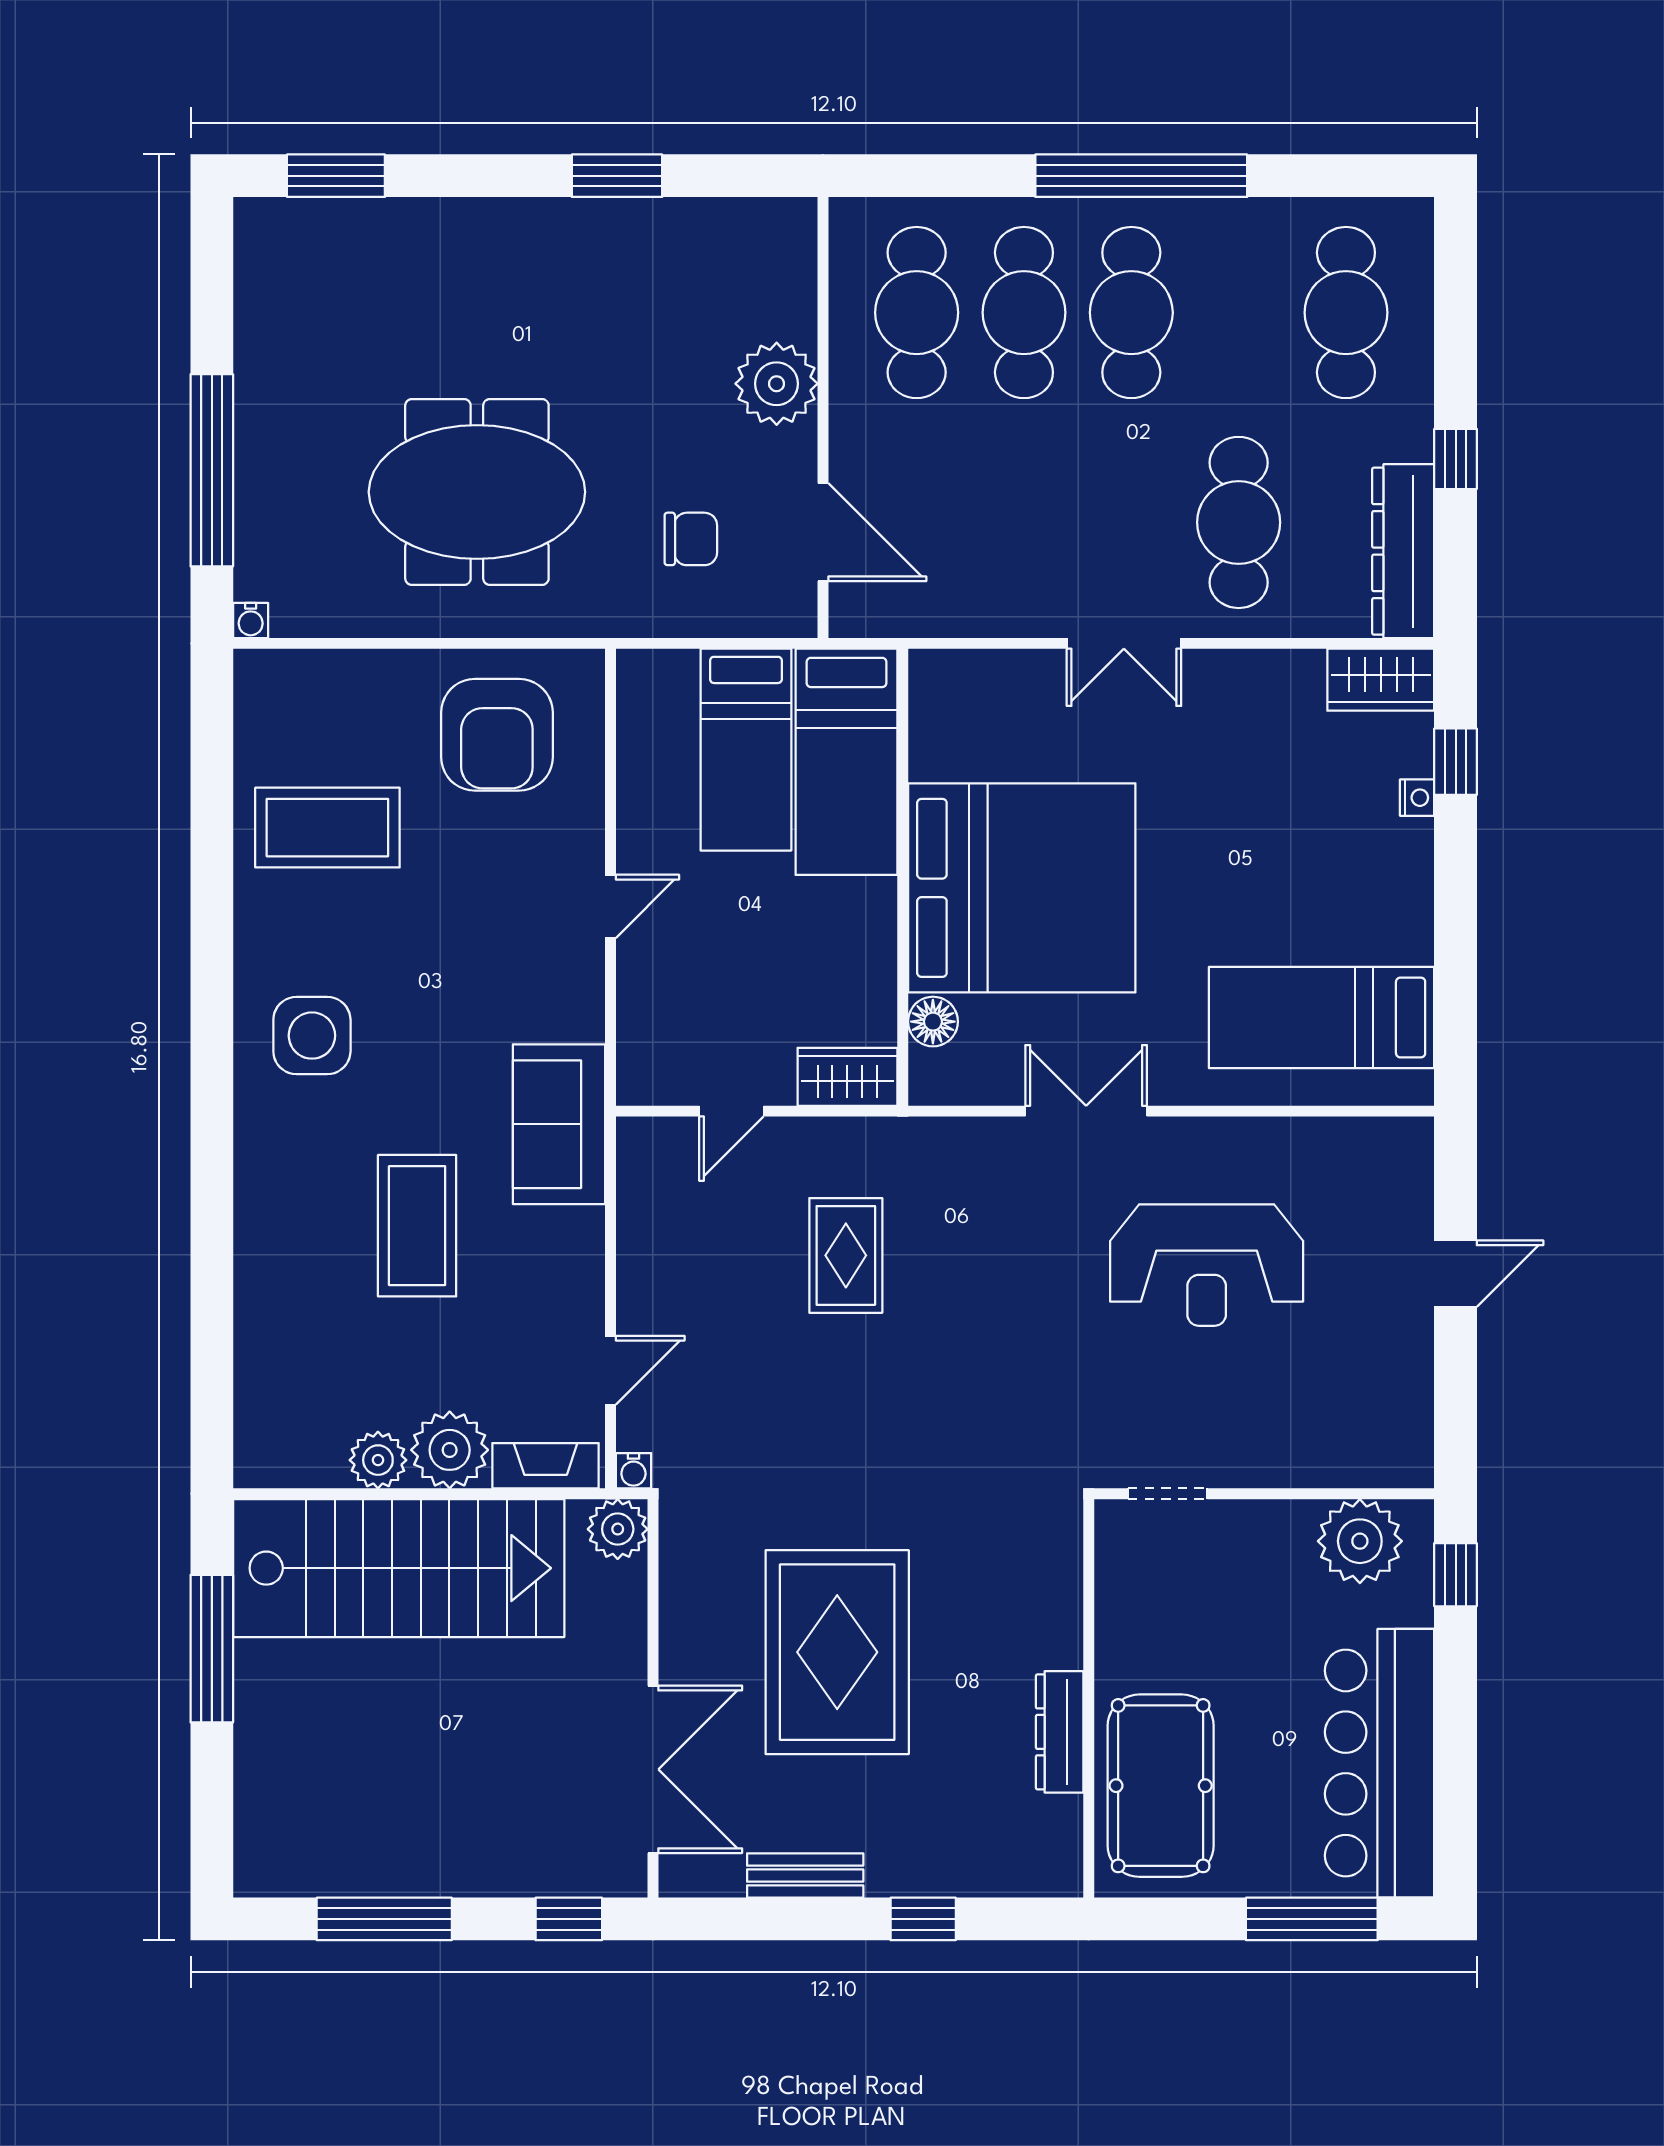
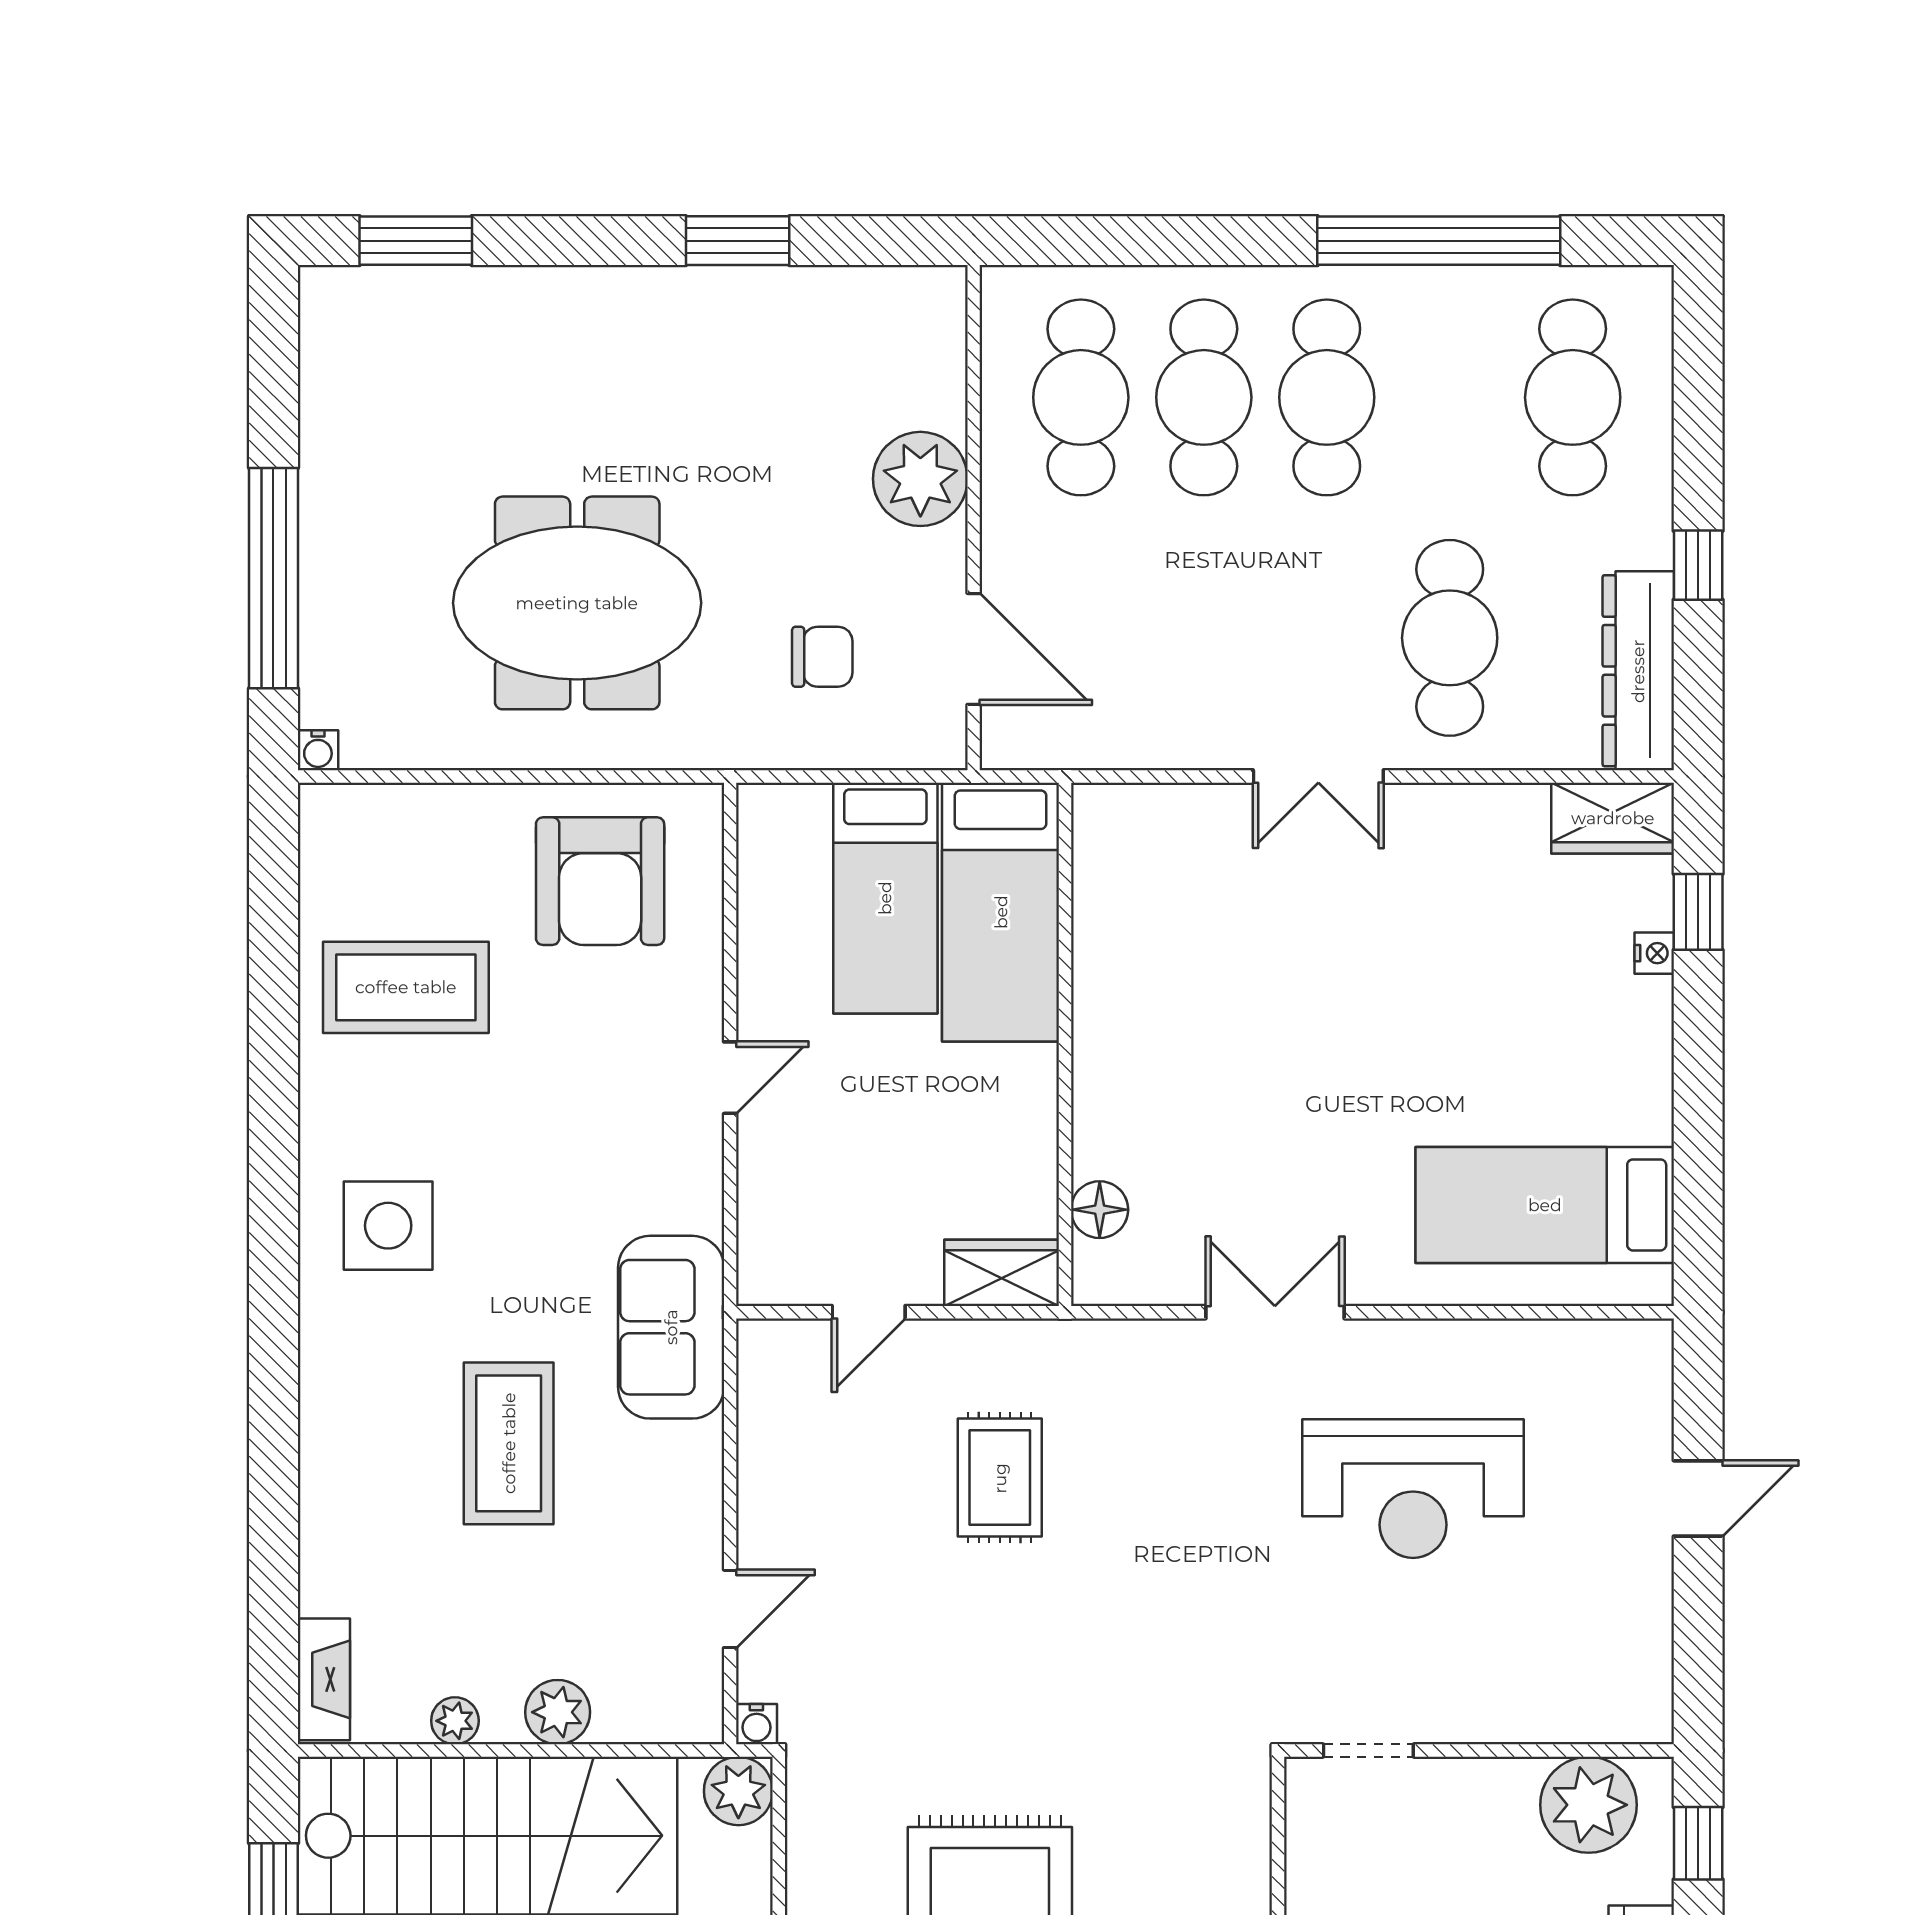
window: (1141, 176) -> (1439, 241), moved
bed: (1022, 888) -> (1201, 1056), removed
plant: (450, 1450) -> (558, 1712), width x0.73, depth x0.73
plant: (378, 1460) -> (455, 1721), width x0.73, depth x0.73
fireplace: (546, 1466) -> (324, 1679), moved, turned 90

